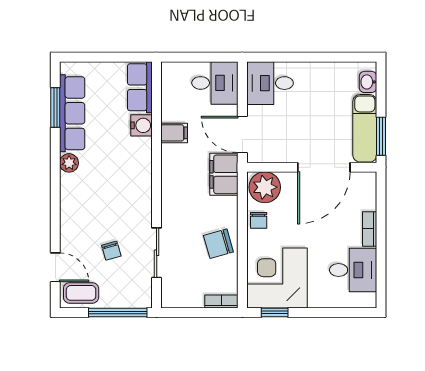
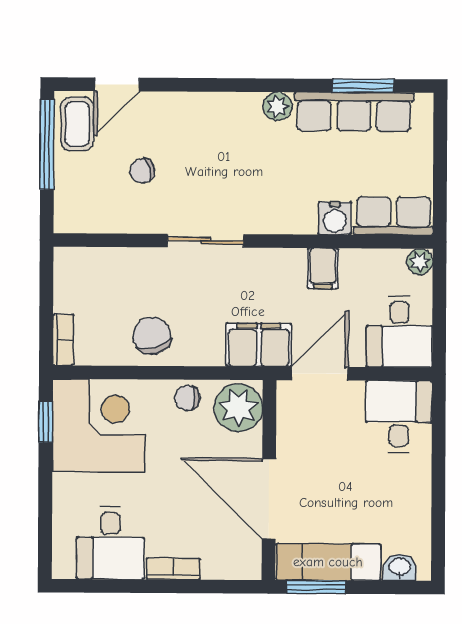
plant: (169, 70) -> (420, 262), added
sliding door: (157, 253) -> (206, 241), moved
window: (118, 312) -> (47, 145), moved

